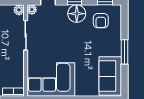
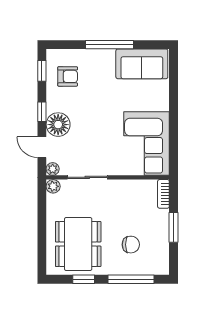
floor lamp: (77, 14) -> (58, 125), moved
window: (125, 52) -> (110, 45), width x1.44

